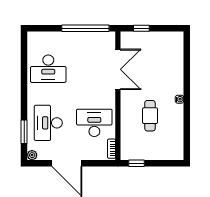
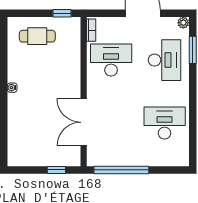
cafe table: (150, 116) -> (37, 36), moved, turned 90
desk: (94, 123) -> (111, 60), turned 180

